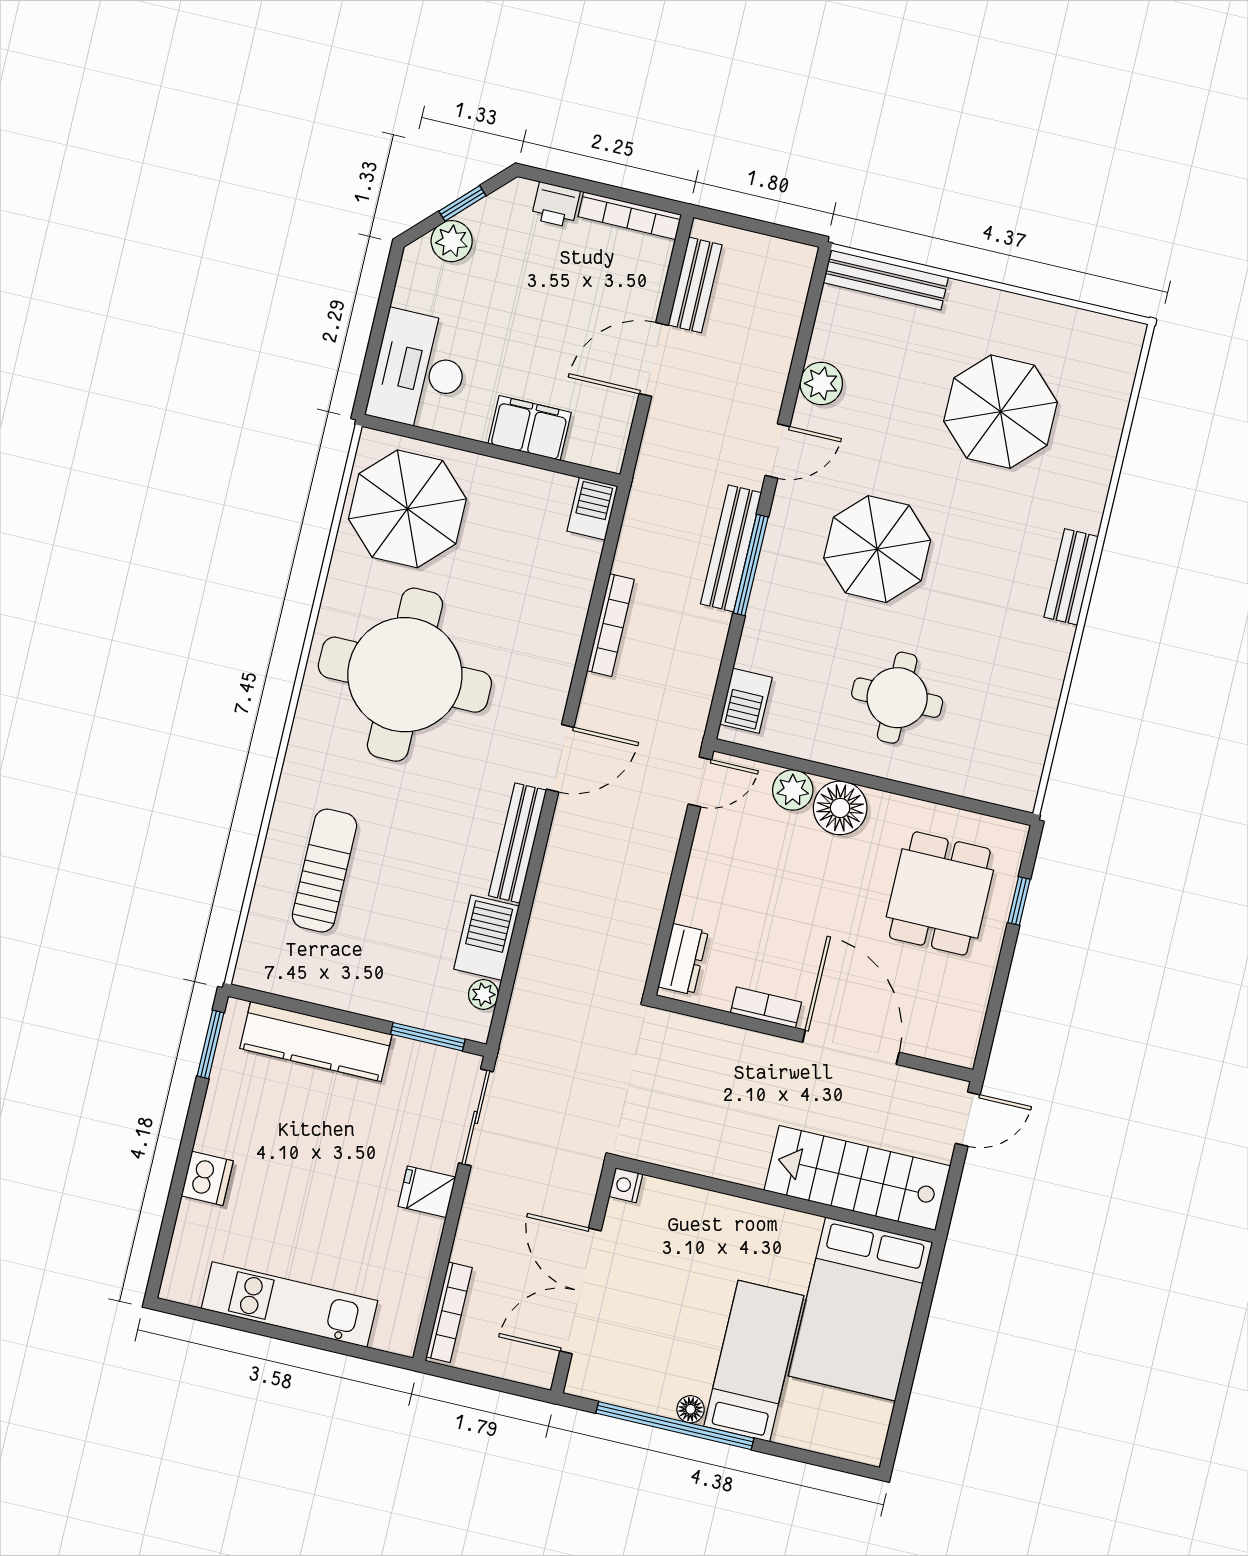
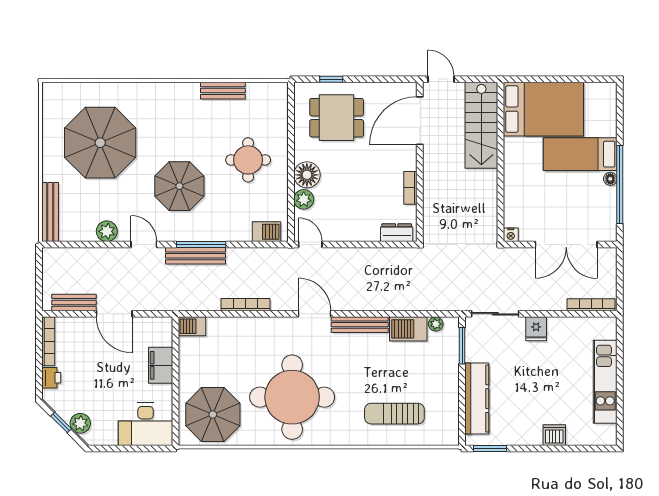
parasol: (1000, 412) -> (100, 143), width x1.36, depth x1.36
bench: (1071, 577) -> (223, 91), moved
door: (851, 1047) -> (420, 121), moved

